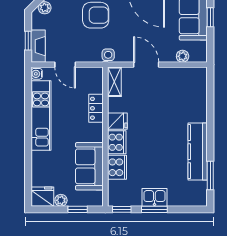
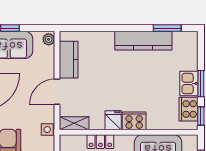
plant: (183, 56) -> (49, 39), moved
kitchen counter: (178, 76) -> (69, 60), added
cooker: (117, 167) -> (189, 109), moved, turned -90

